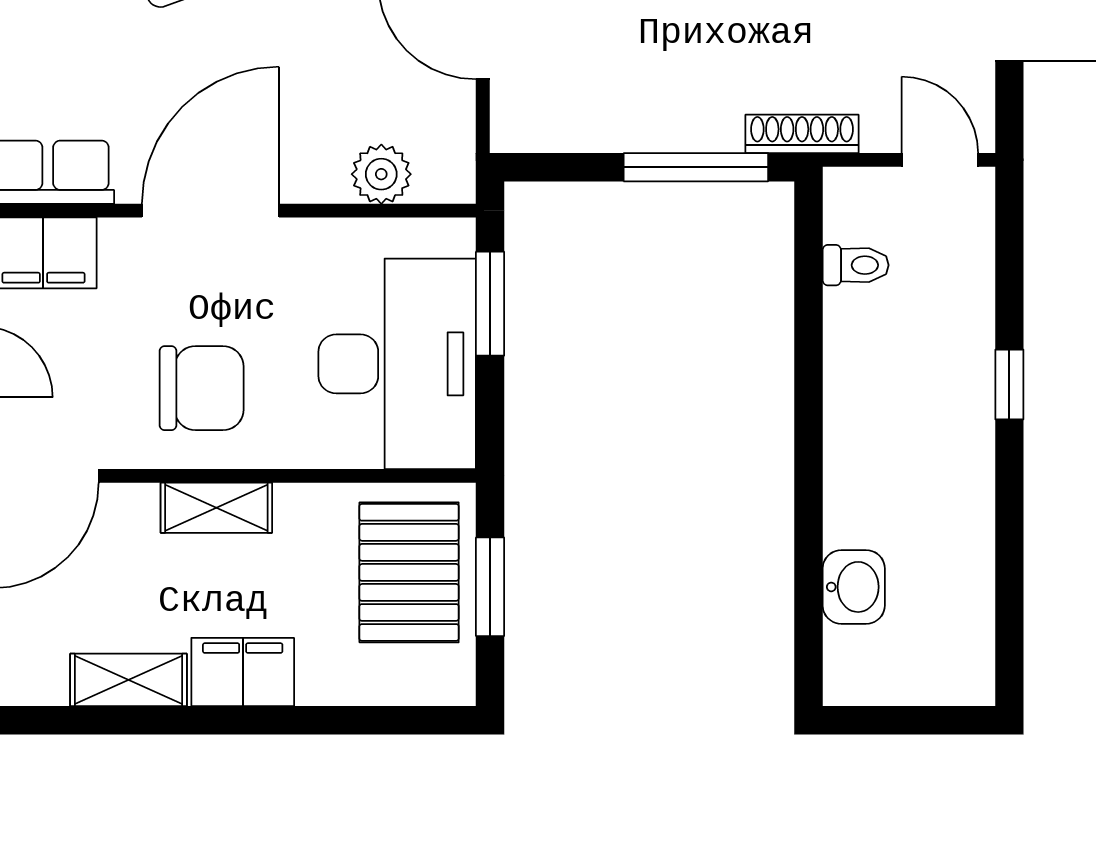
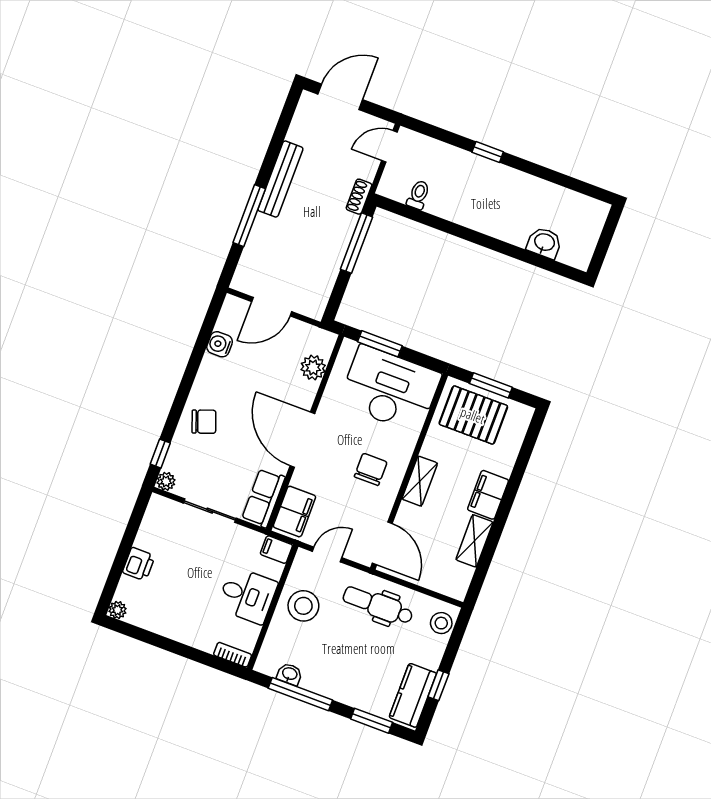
shoe rack: (802, 134) -> (359, 197), width x0.70
chair: (202, 388) -> (371, 469), width x0.73, depth x0.73

